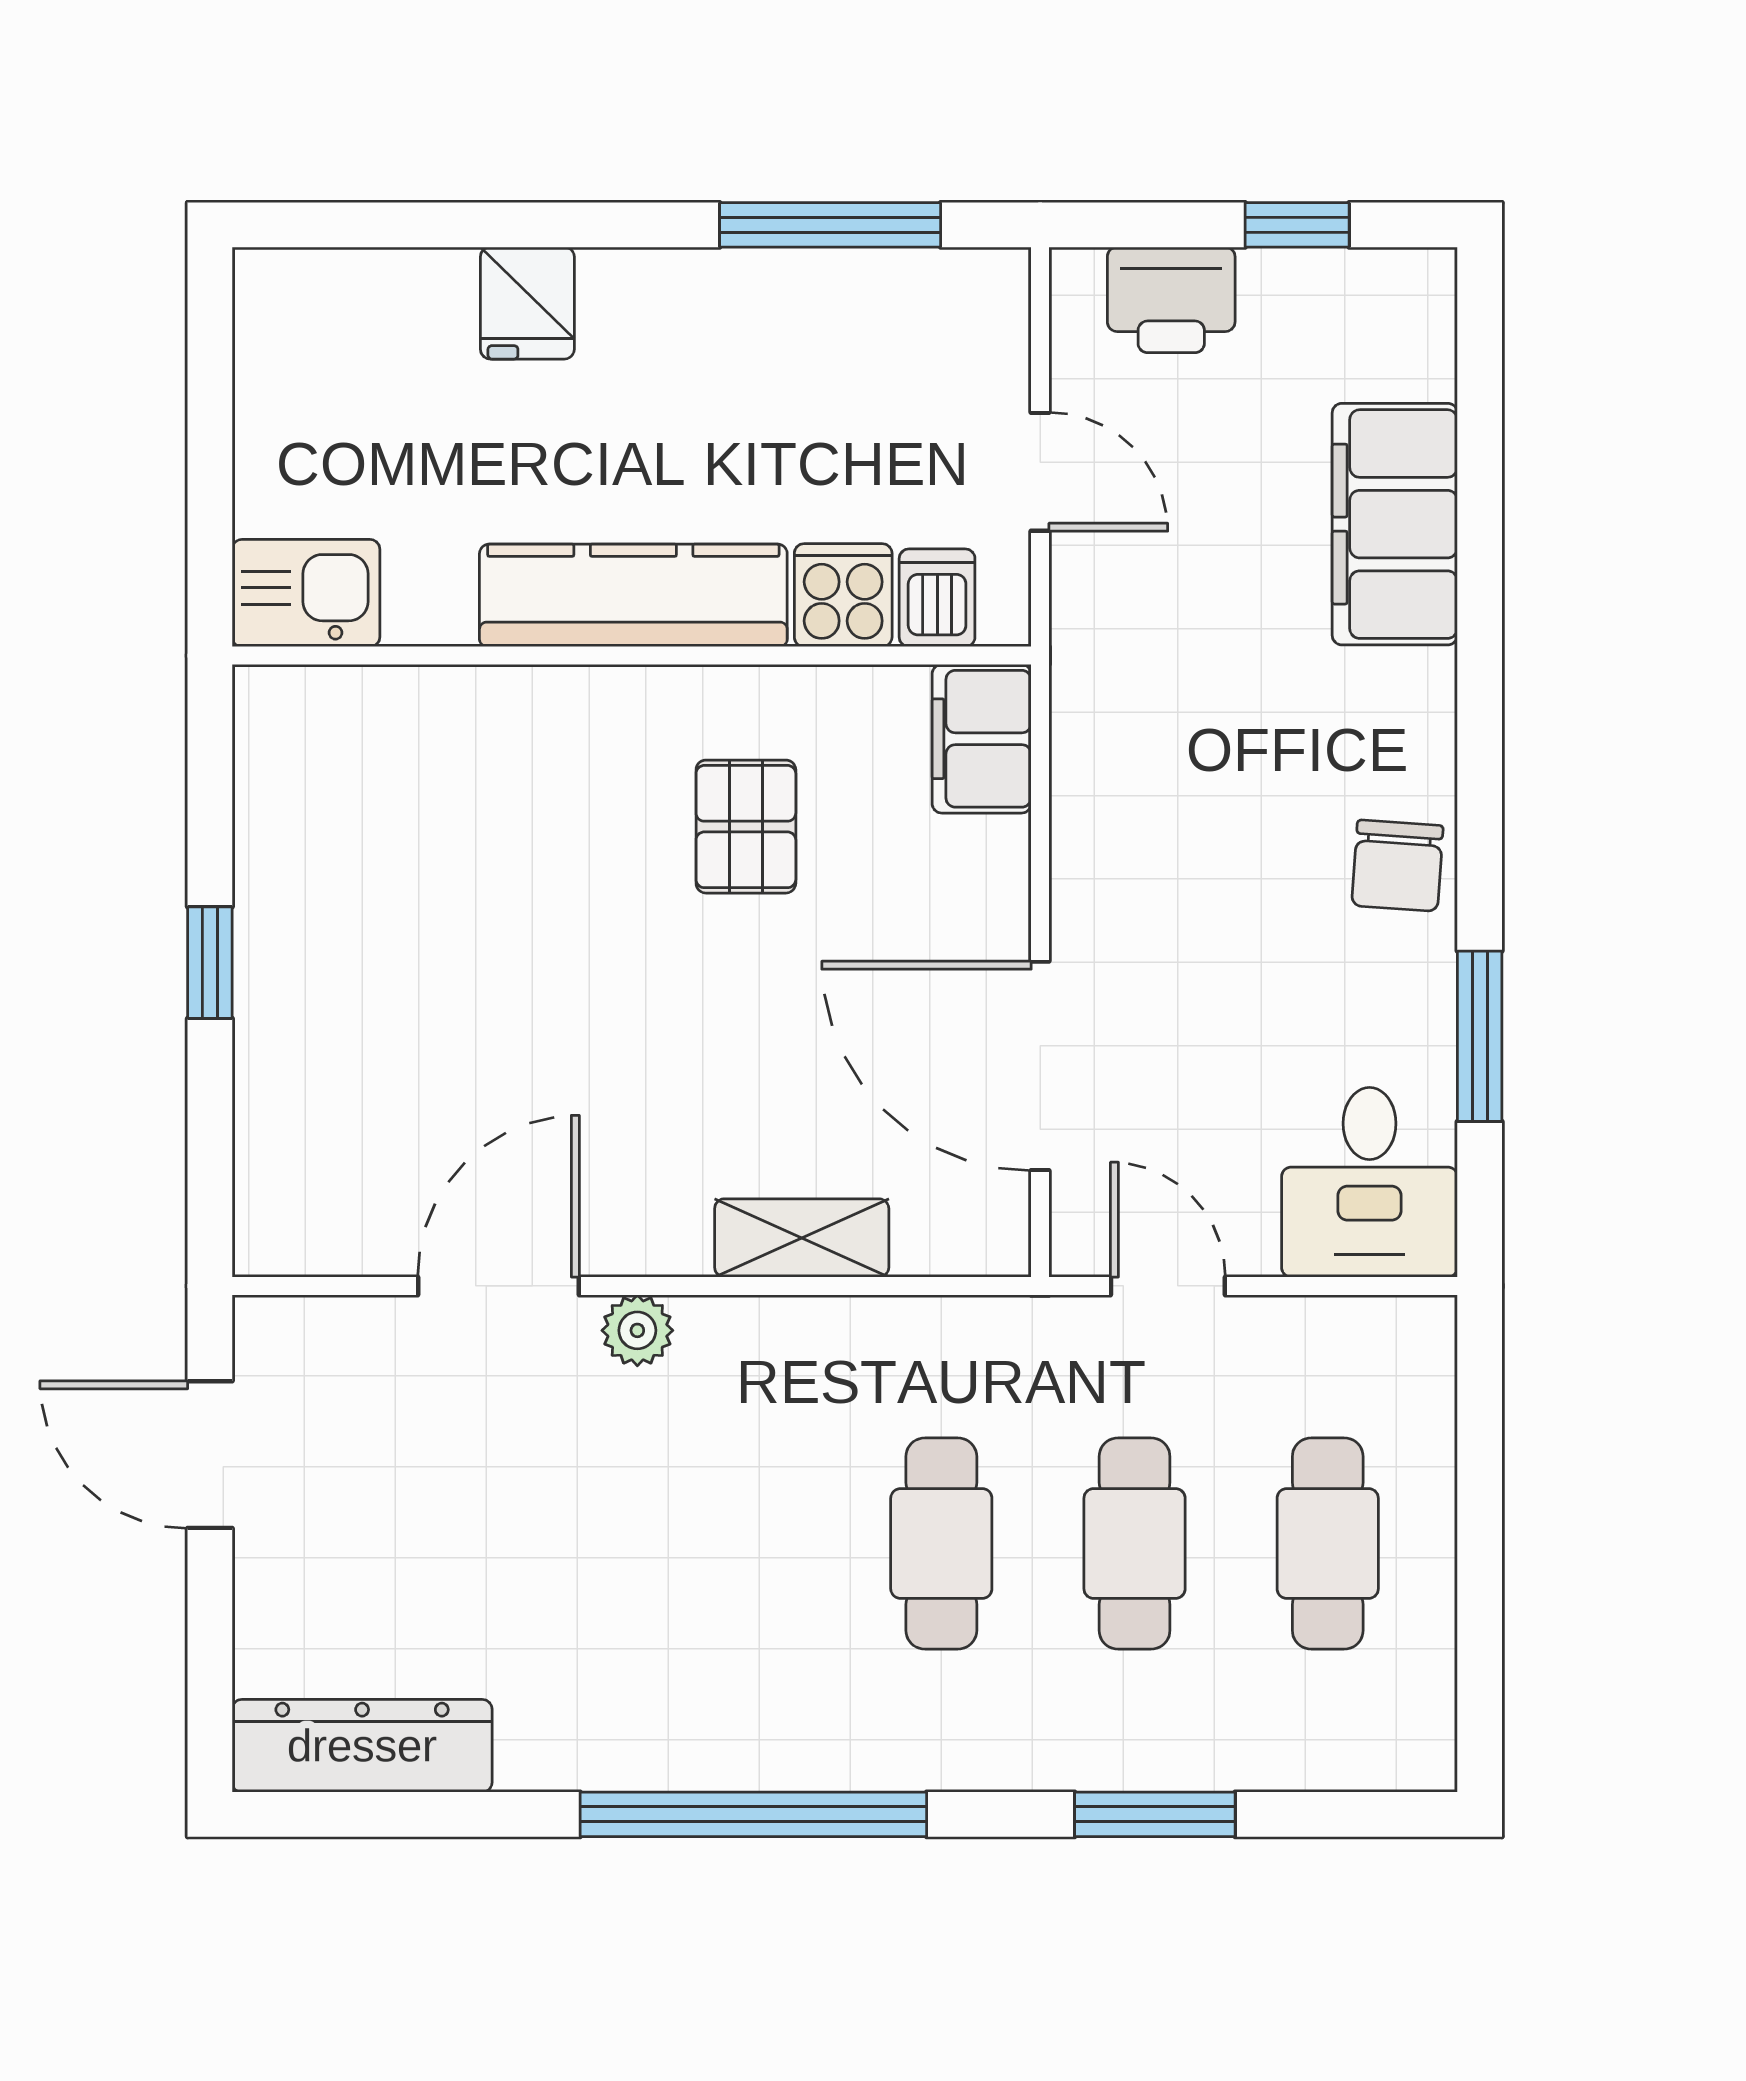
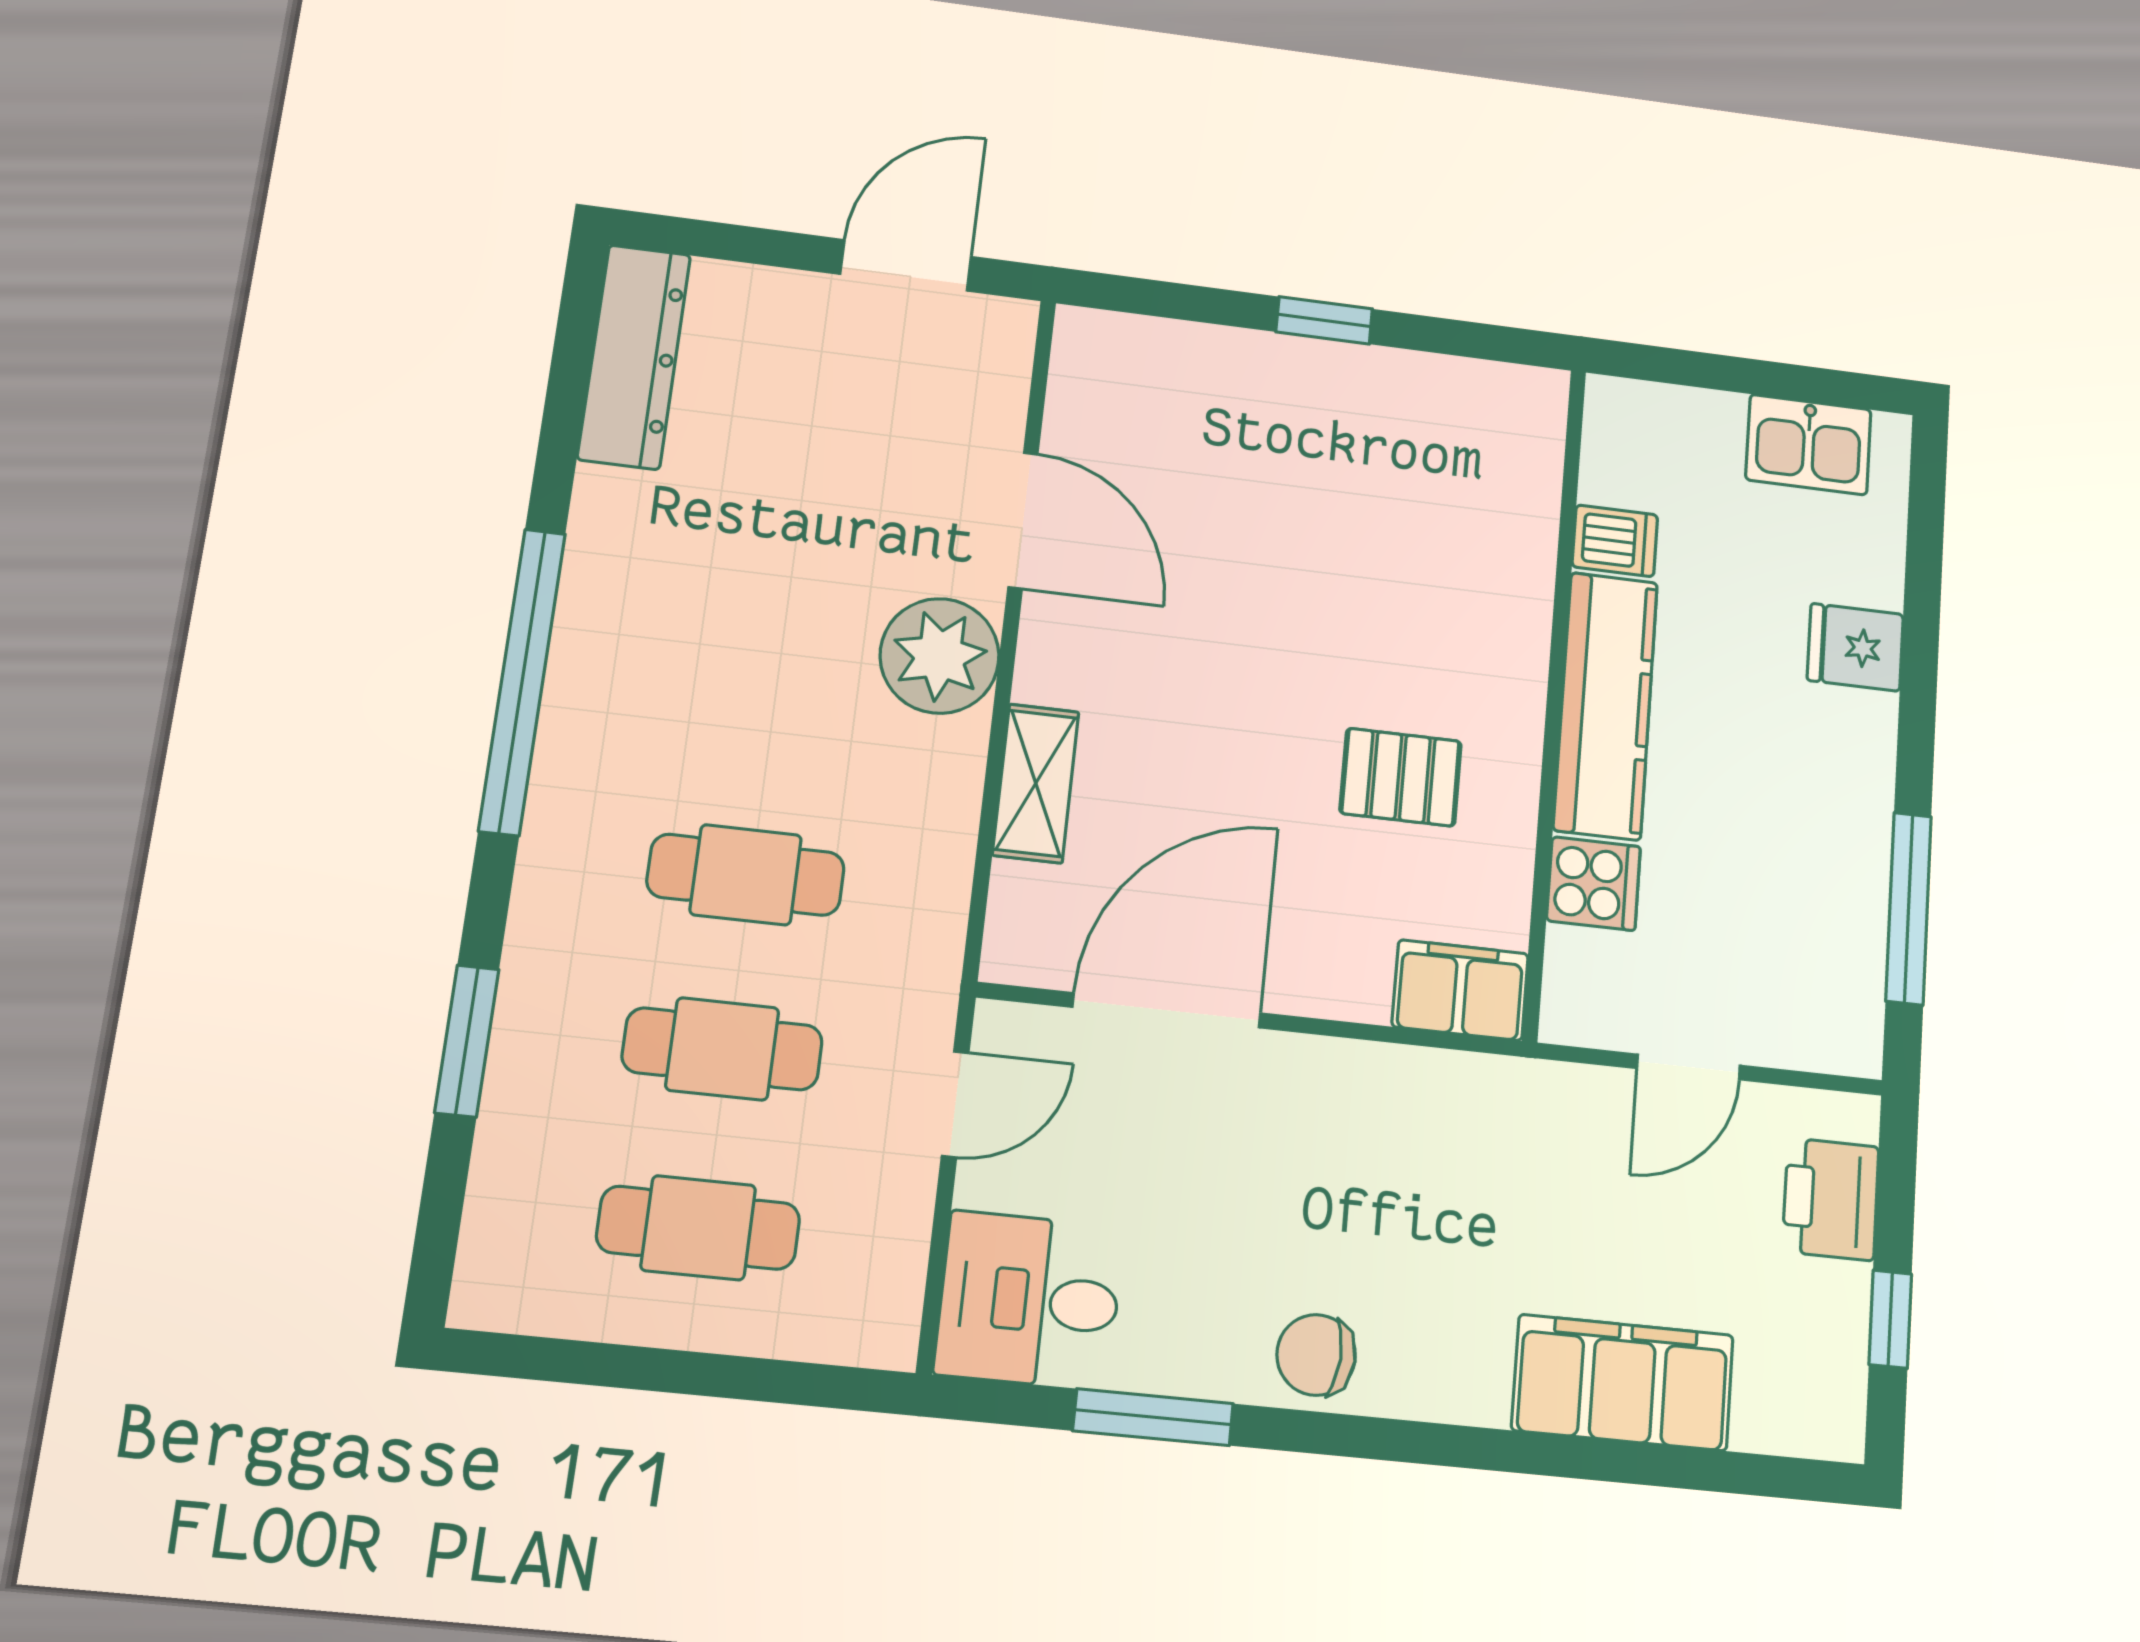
kitchen sink: (306, 593) -> (1808, 445), moved, turned 90
dishwasher: (937, 598) -> (1615, 541), moved
plant: (637, 1330) -> (940, 656), width x1.87, depth x1.87

